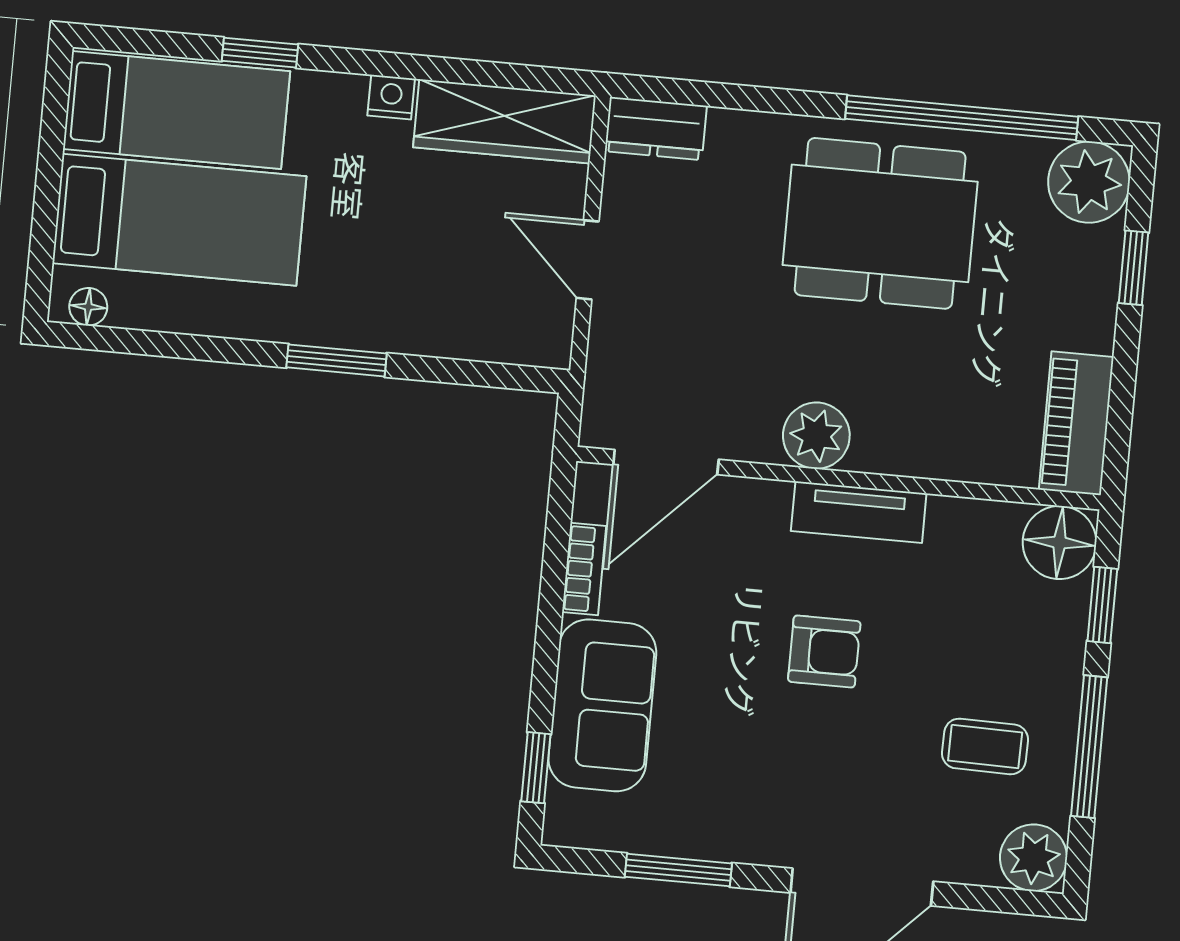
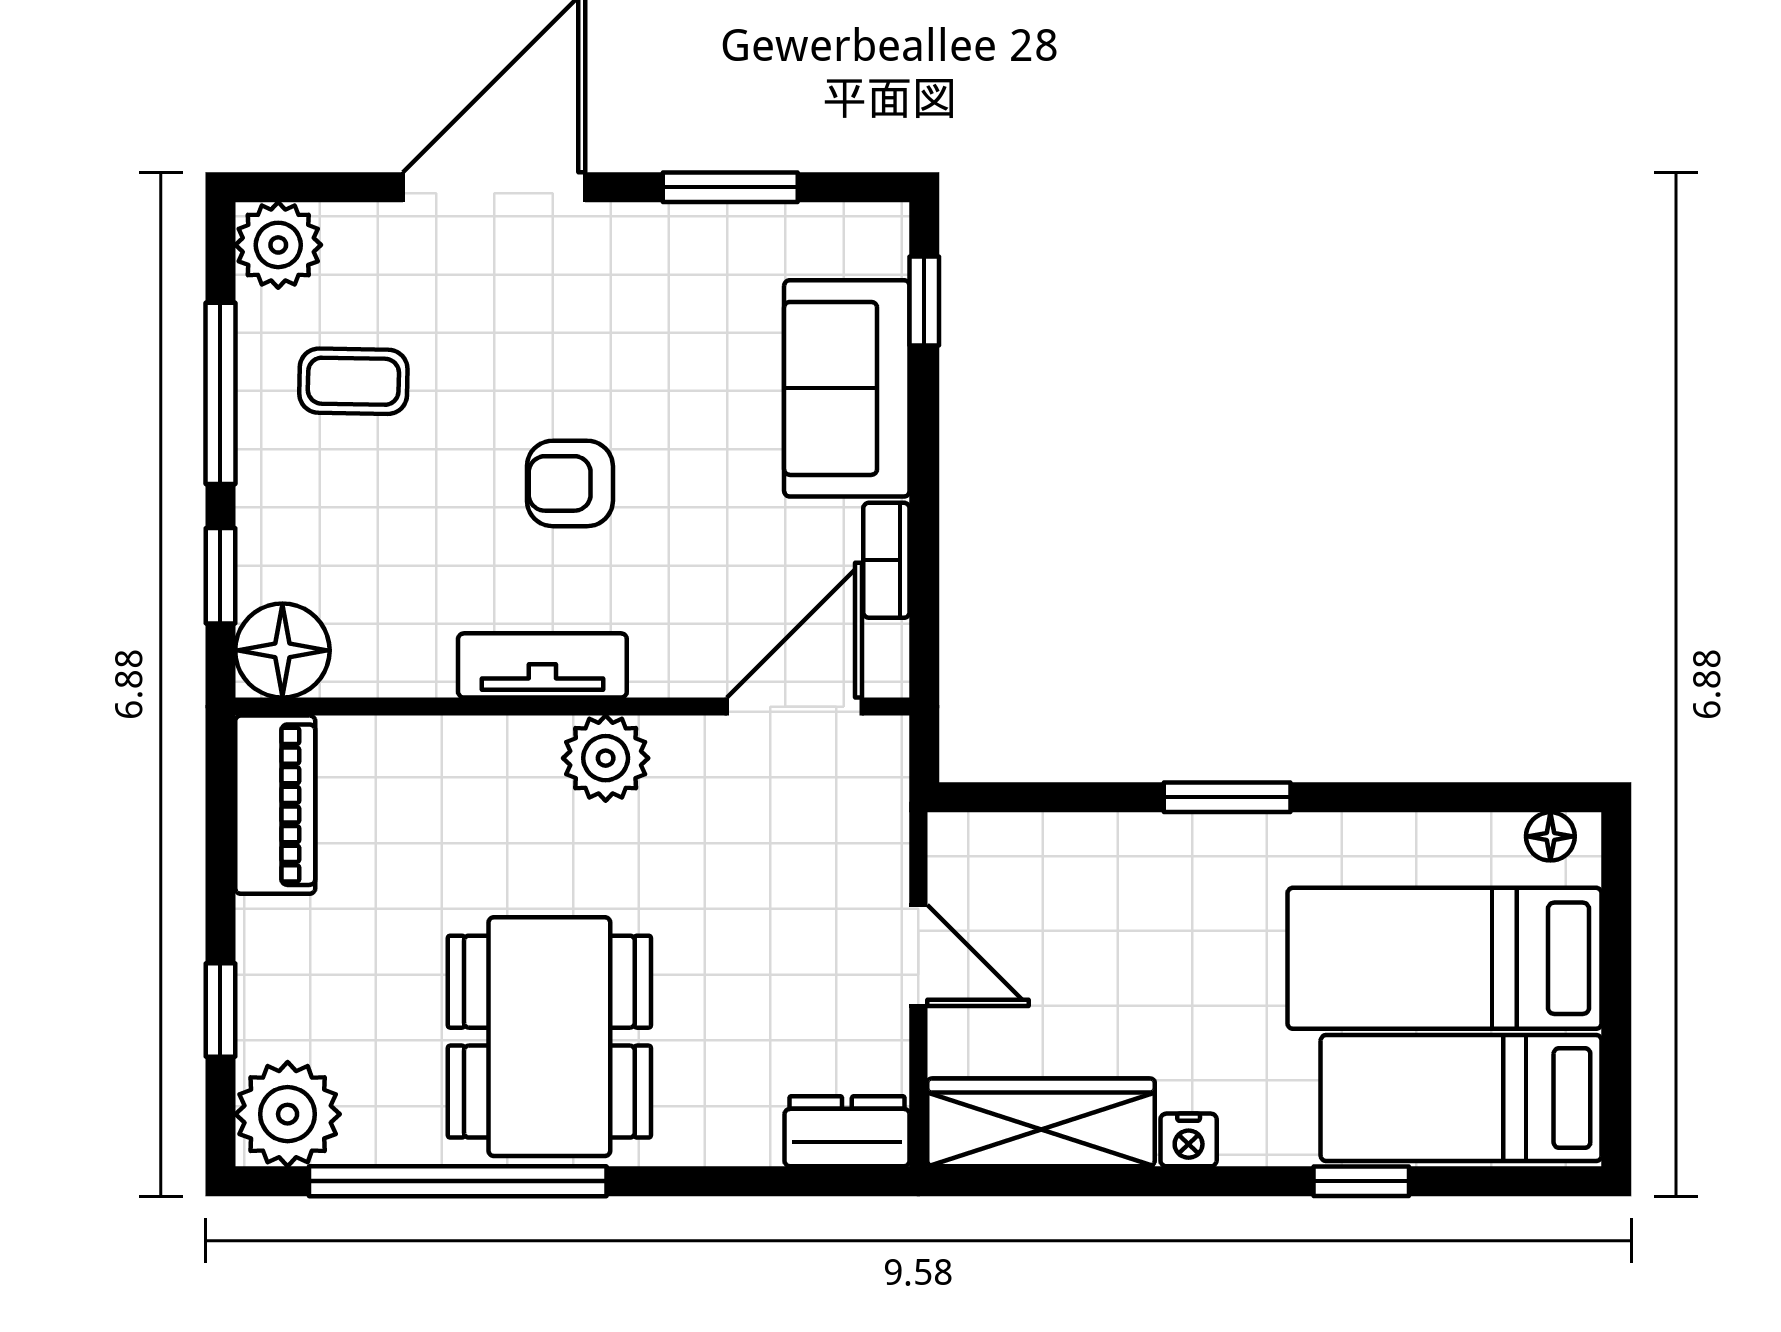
dining table: (880, 223) -> (549, 1037), turned 90

